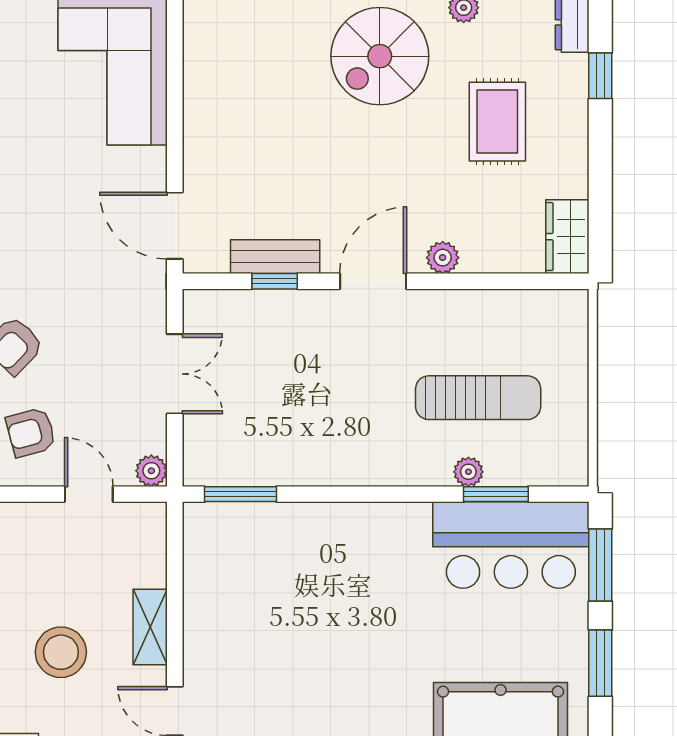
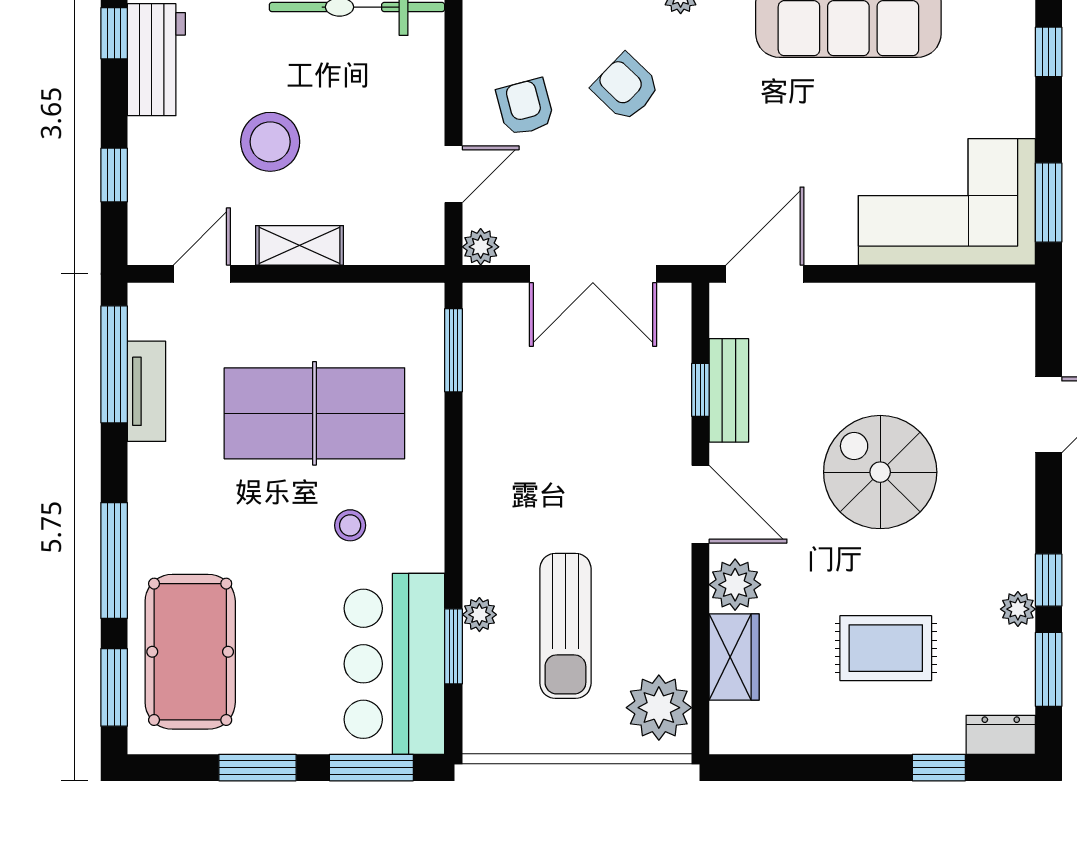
spiral stairs: (380, 56) -> (880, 472), moved
wardrobe: (567, 237) -> (734, 657), moved, turned 90
plant: (443, 258) -> (735, 585), width x1.38, depth x1.38
plant: (549, 317) -> (659, 708), added
double door: (175, 374) -> (593, 274), width x1.37
stool: (391, 583) -> (350, 525), added
table tennis table: (295, 614) -> (314, 413), added

